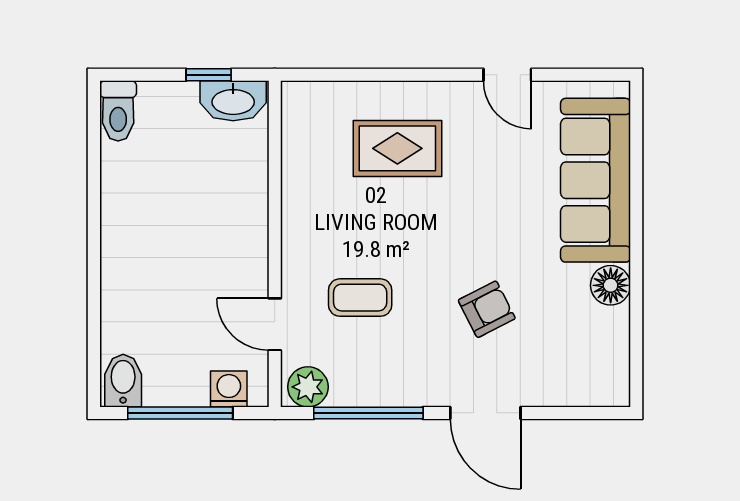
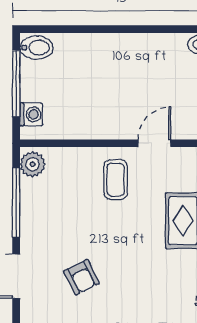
coffee table: (360, 298) -> (116, 180), moved
door: (275, 324) -> (154, 143), moved

